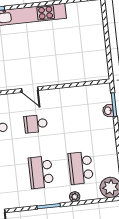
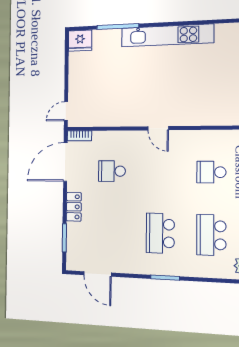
school desk: (36, 124) -> (211, 172), moved
plant: (75, 197) -> (199, 271), removed

